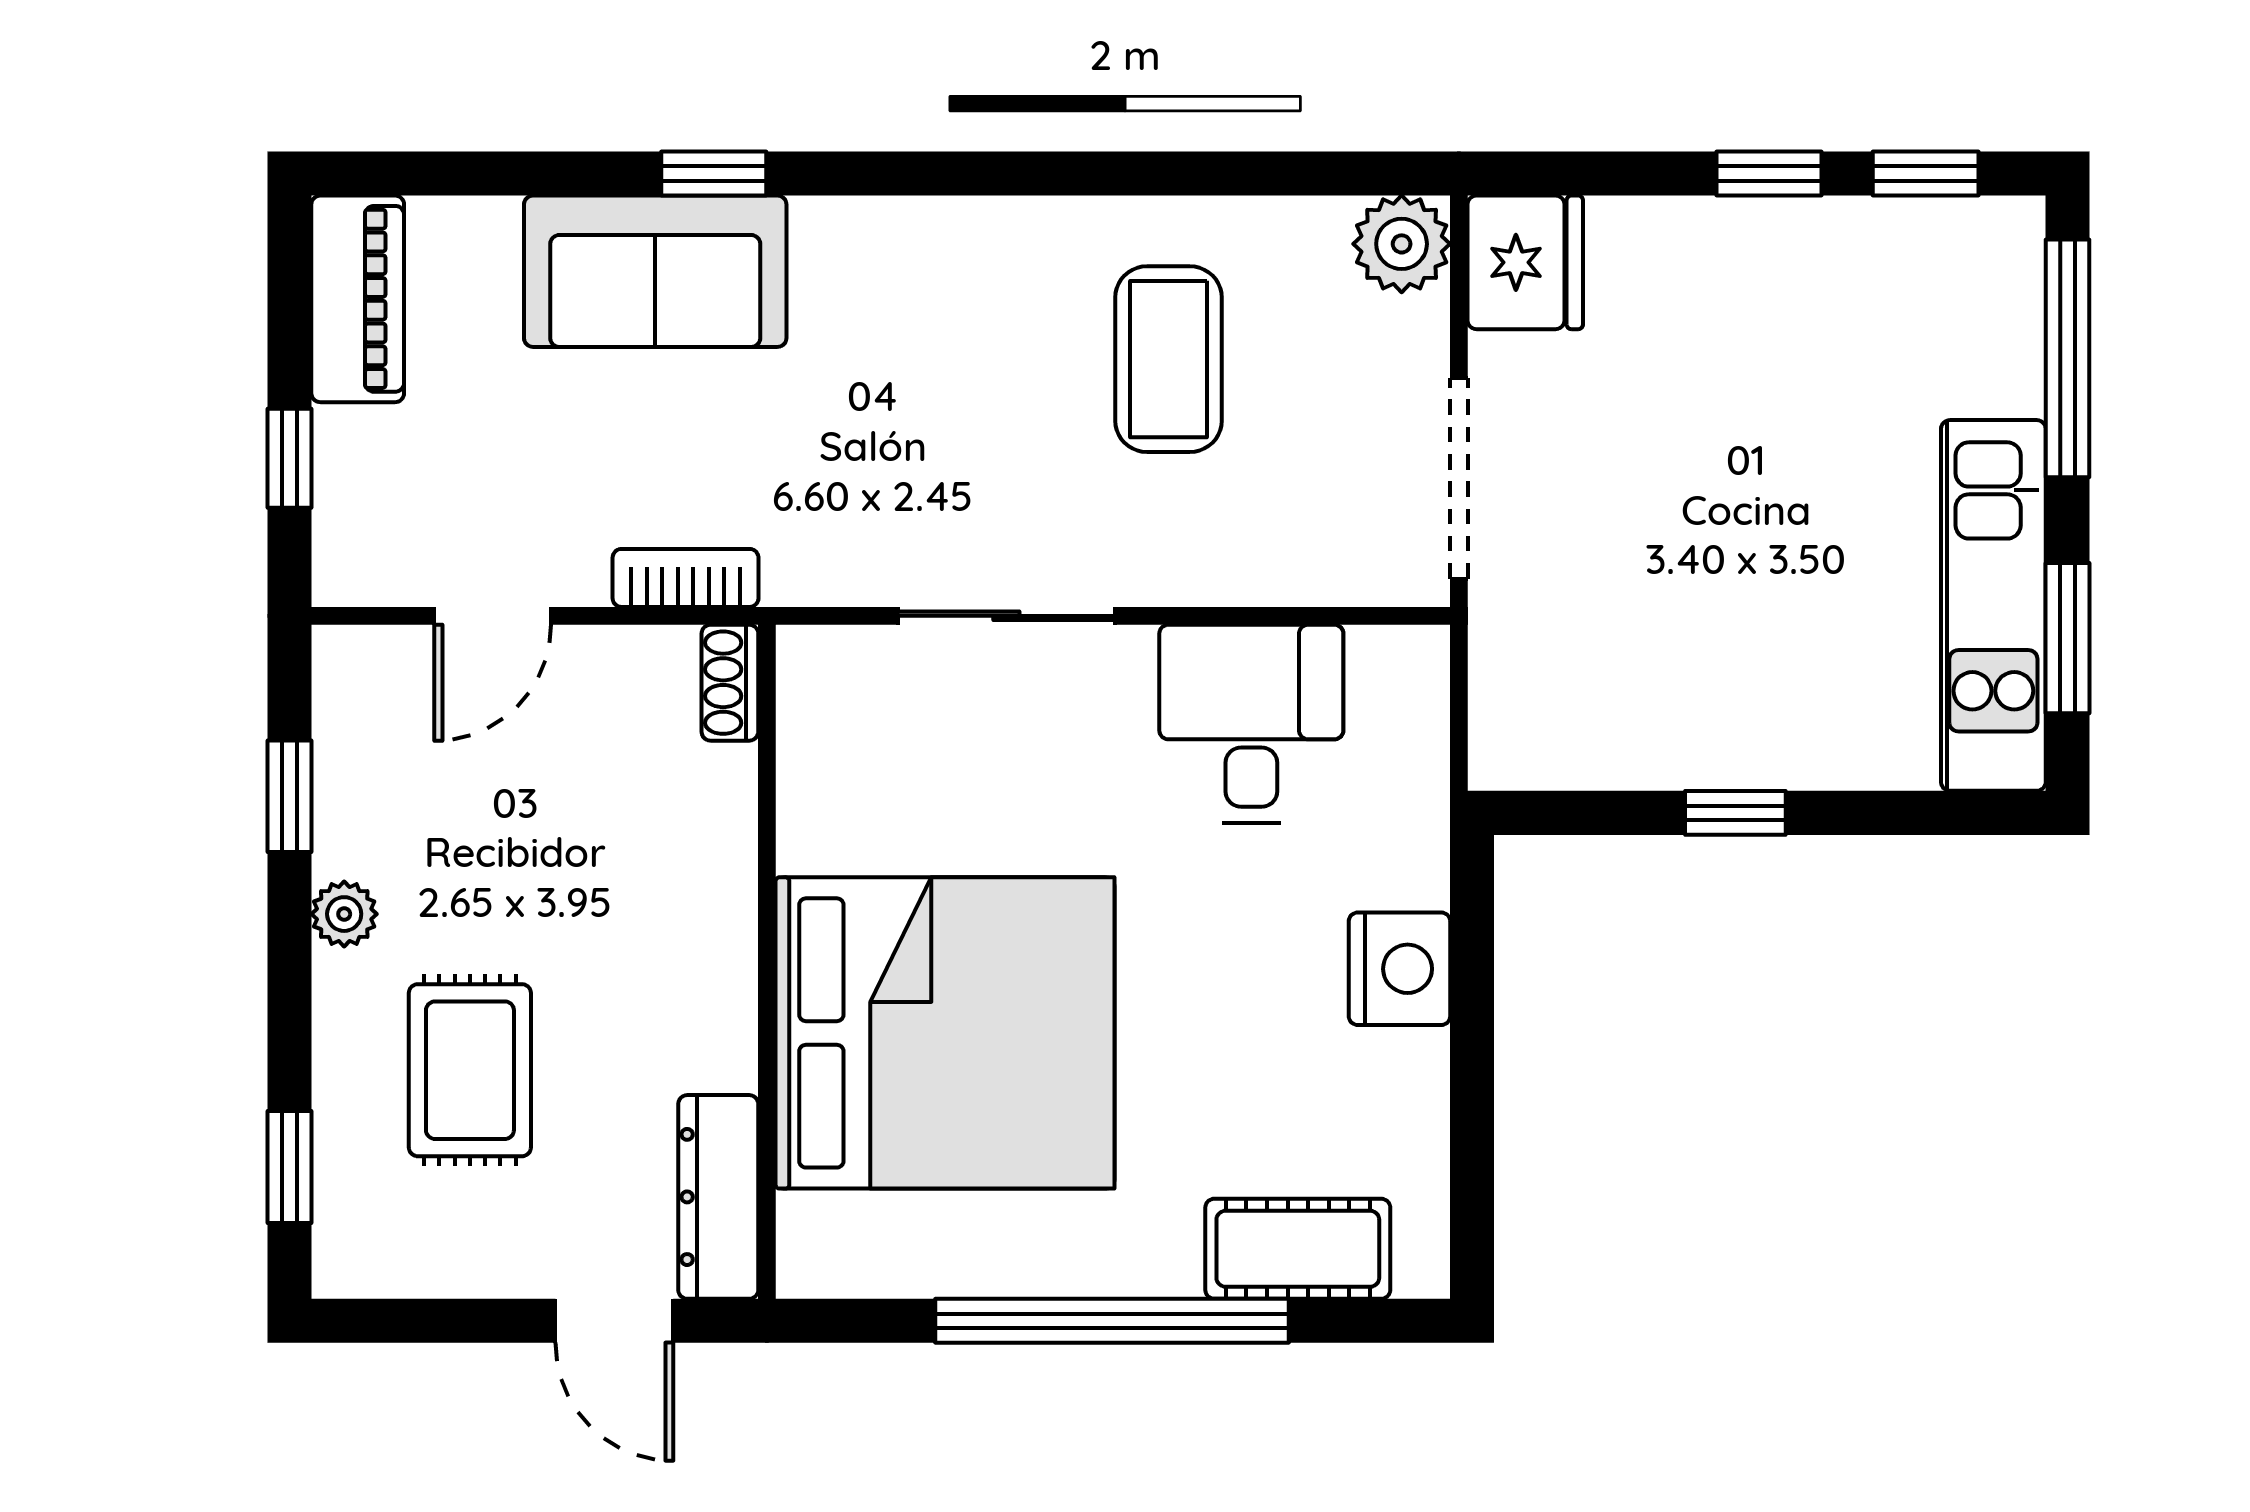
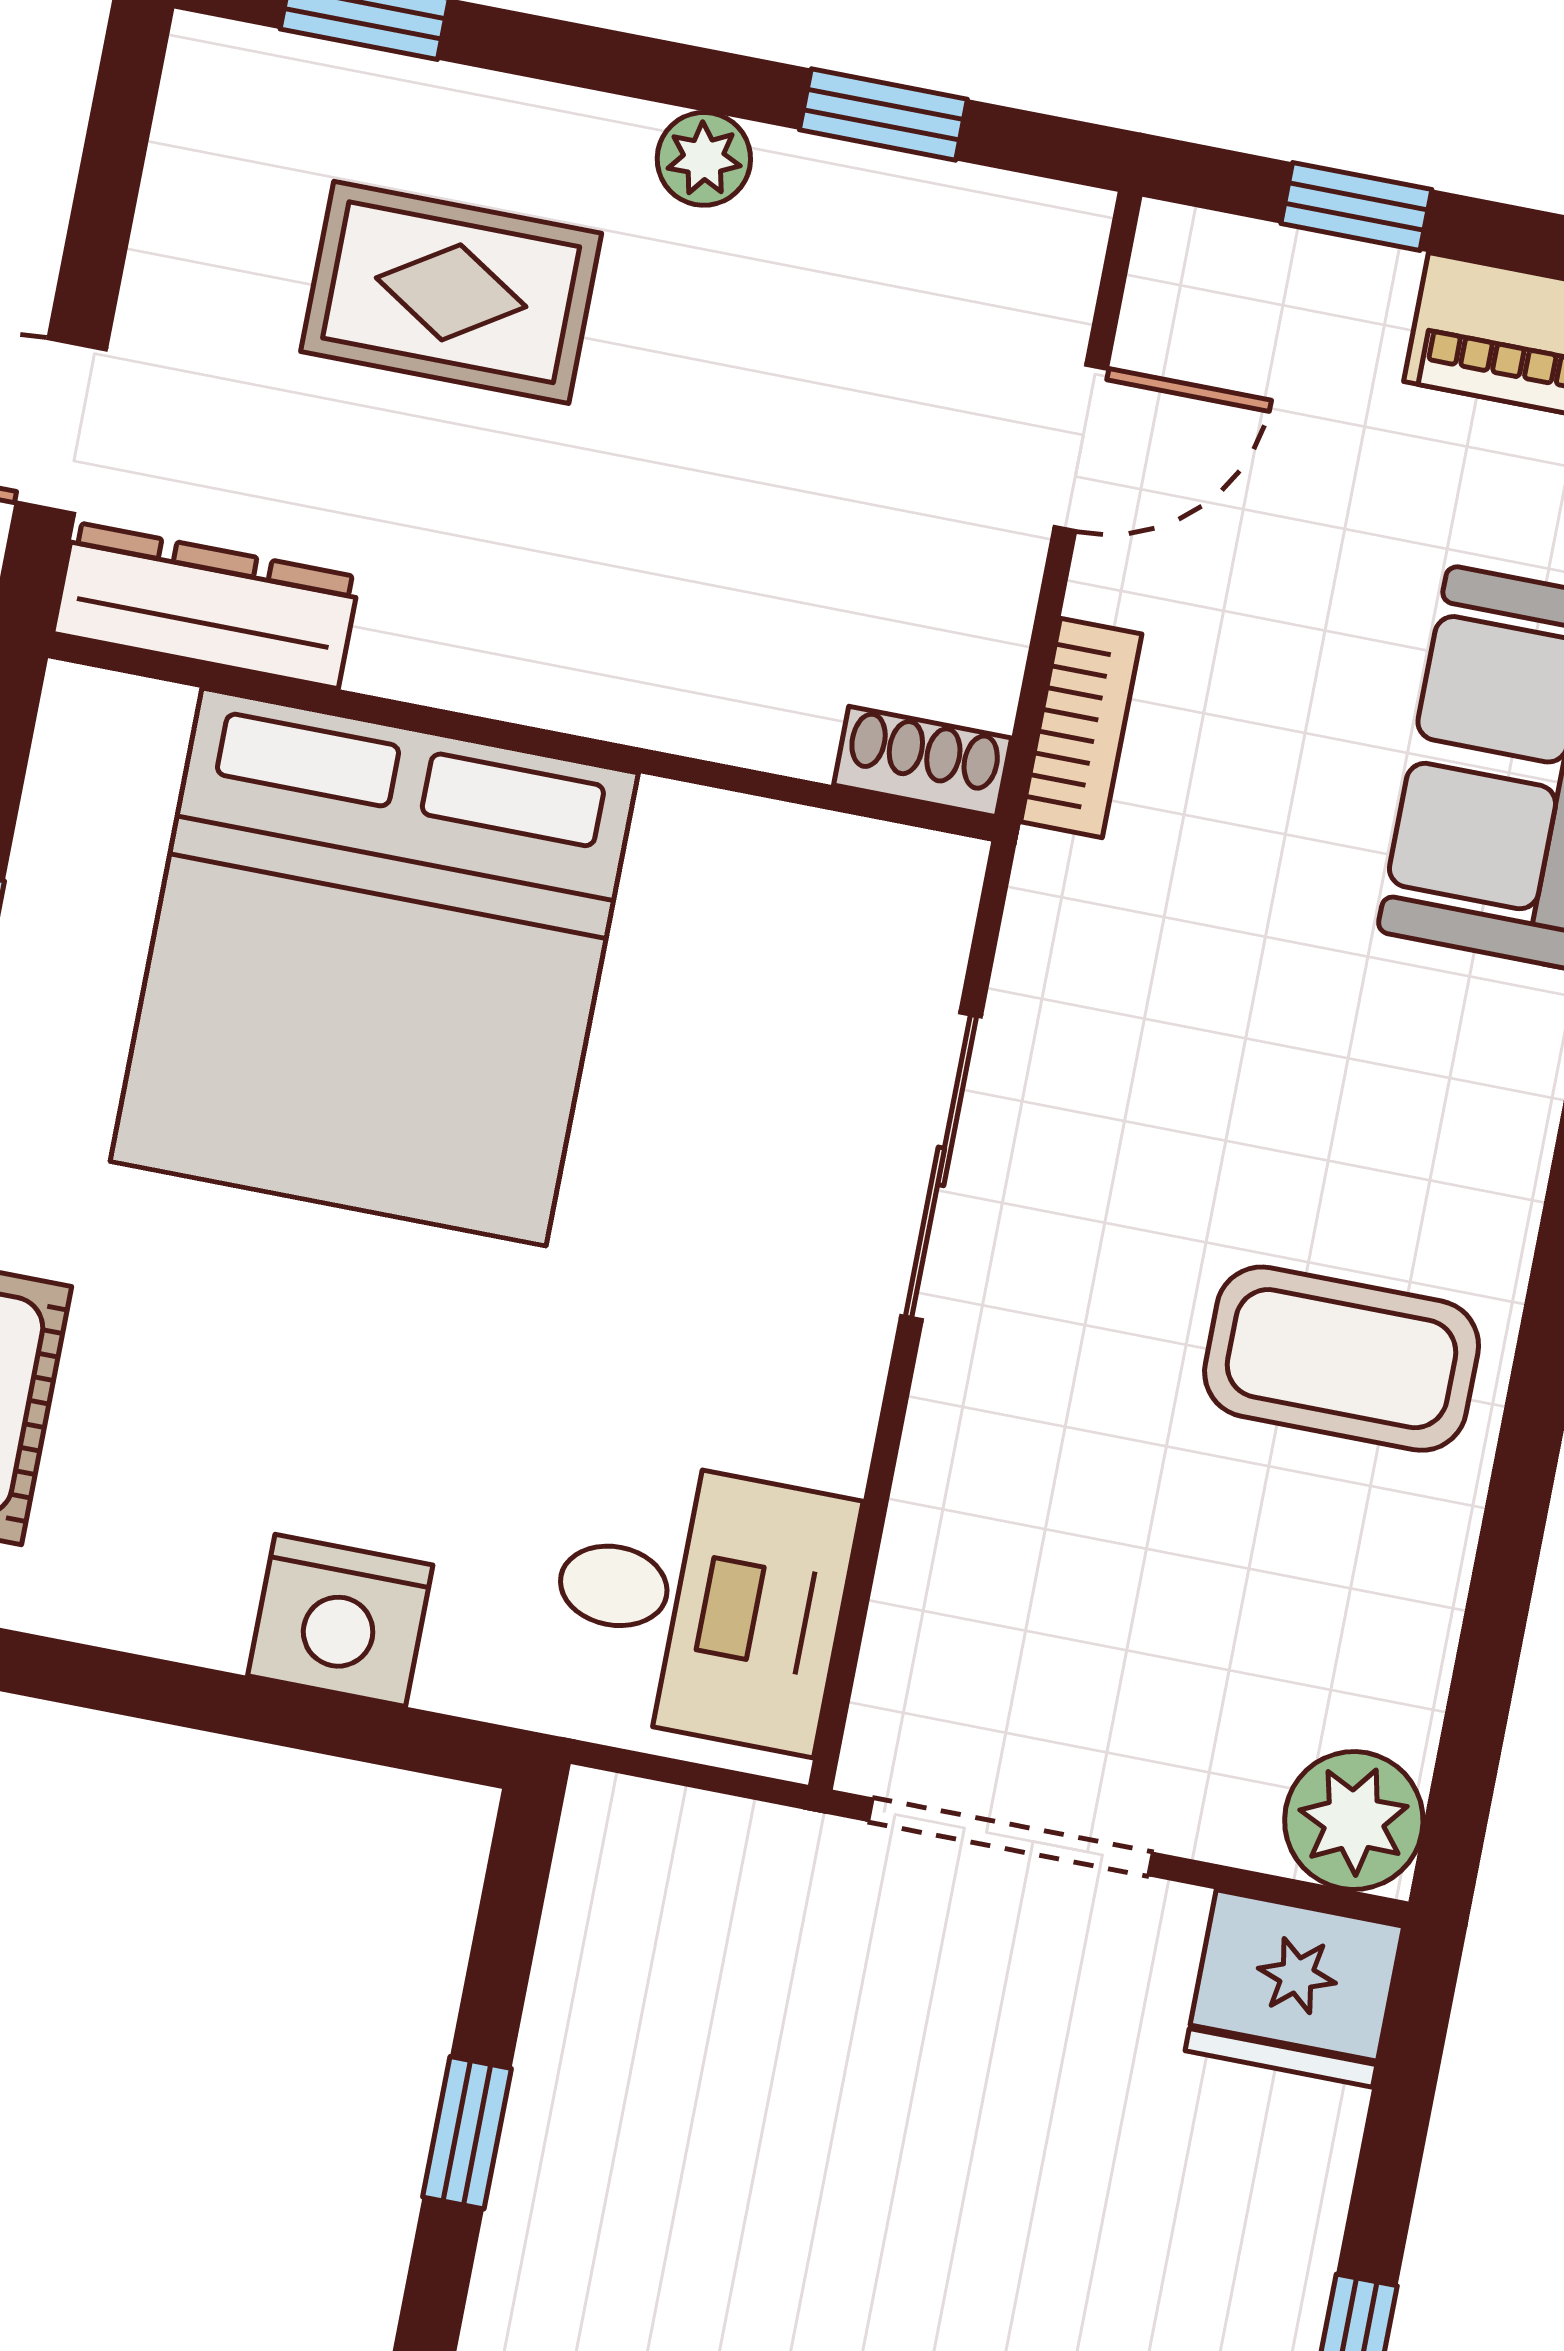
coffee table: (1168, 359) -> (1342, 1359), moved
door: (493, 616) -> (1081, 448), swing flipped
desk: (1251, 724) -> (700, 1603), moved

